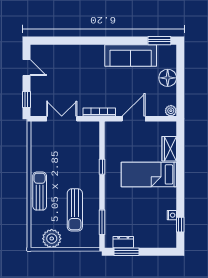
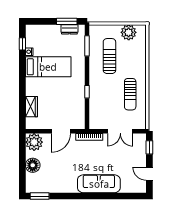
sofa: (131, 55) -> (99, 184), moved
plant: (171, 111) -> (34, 142), width x1.88, depth x1.88
bed: (149, 174) -> (48, 67), moved
sun lounger: (40, 191) -> (130, 94), moved

